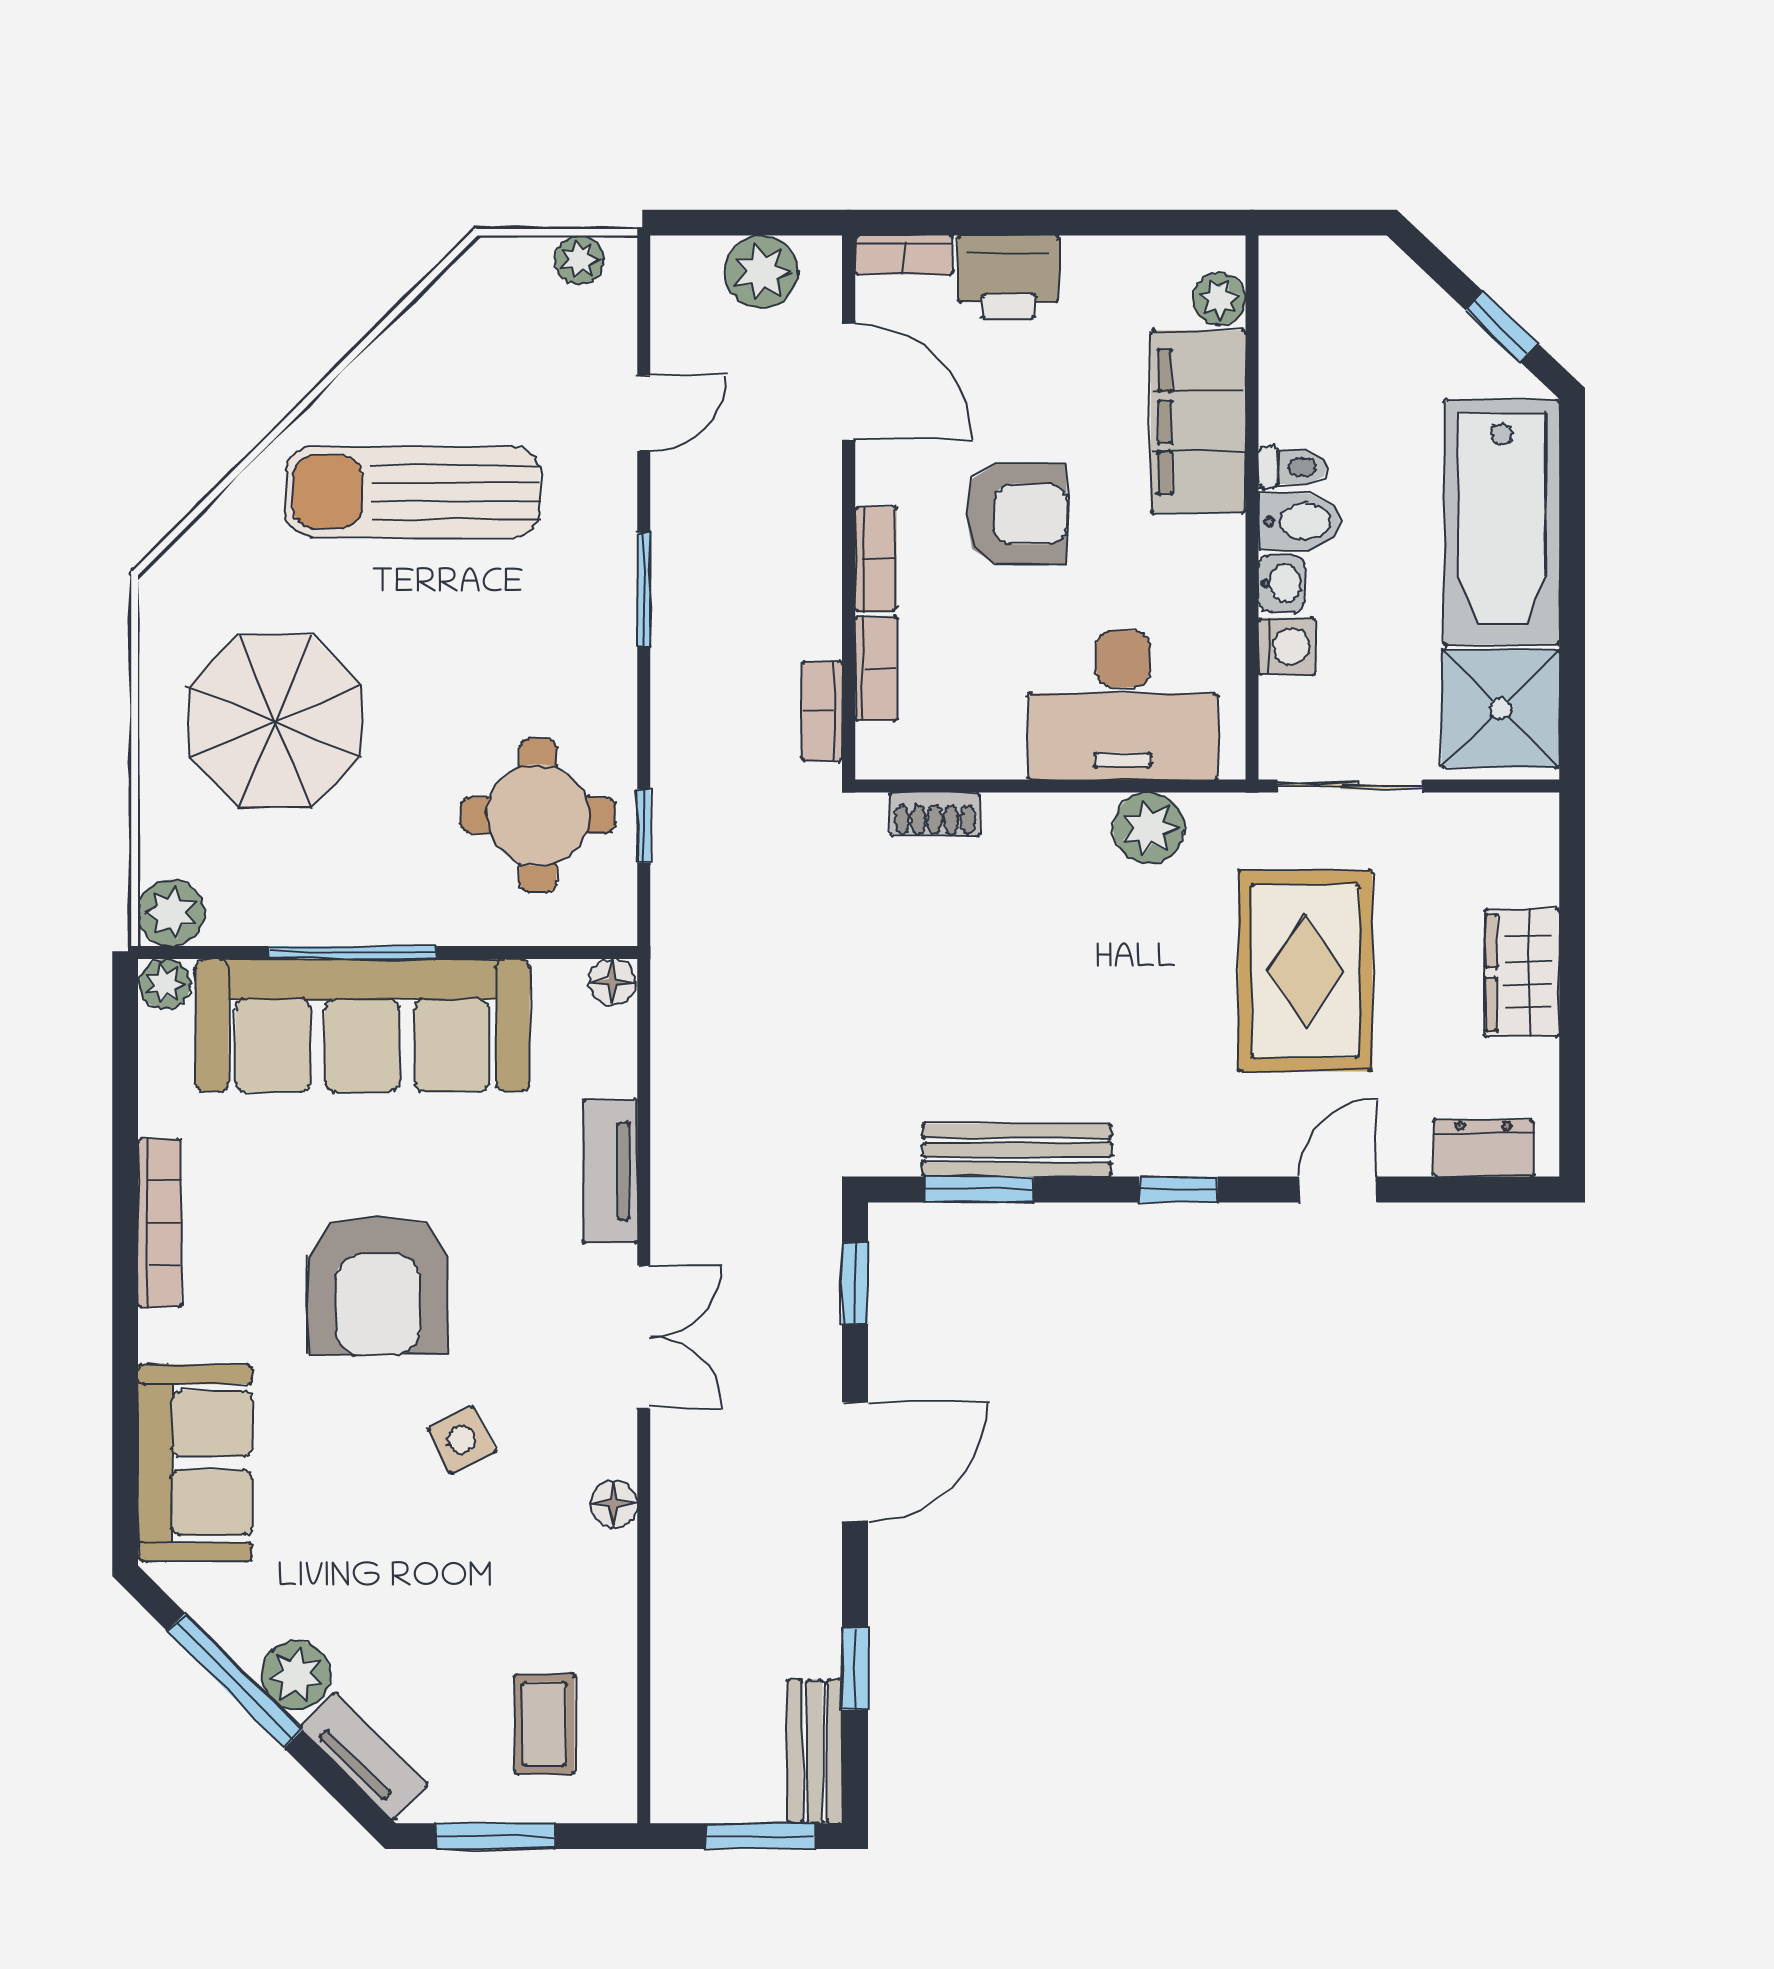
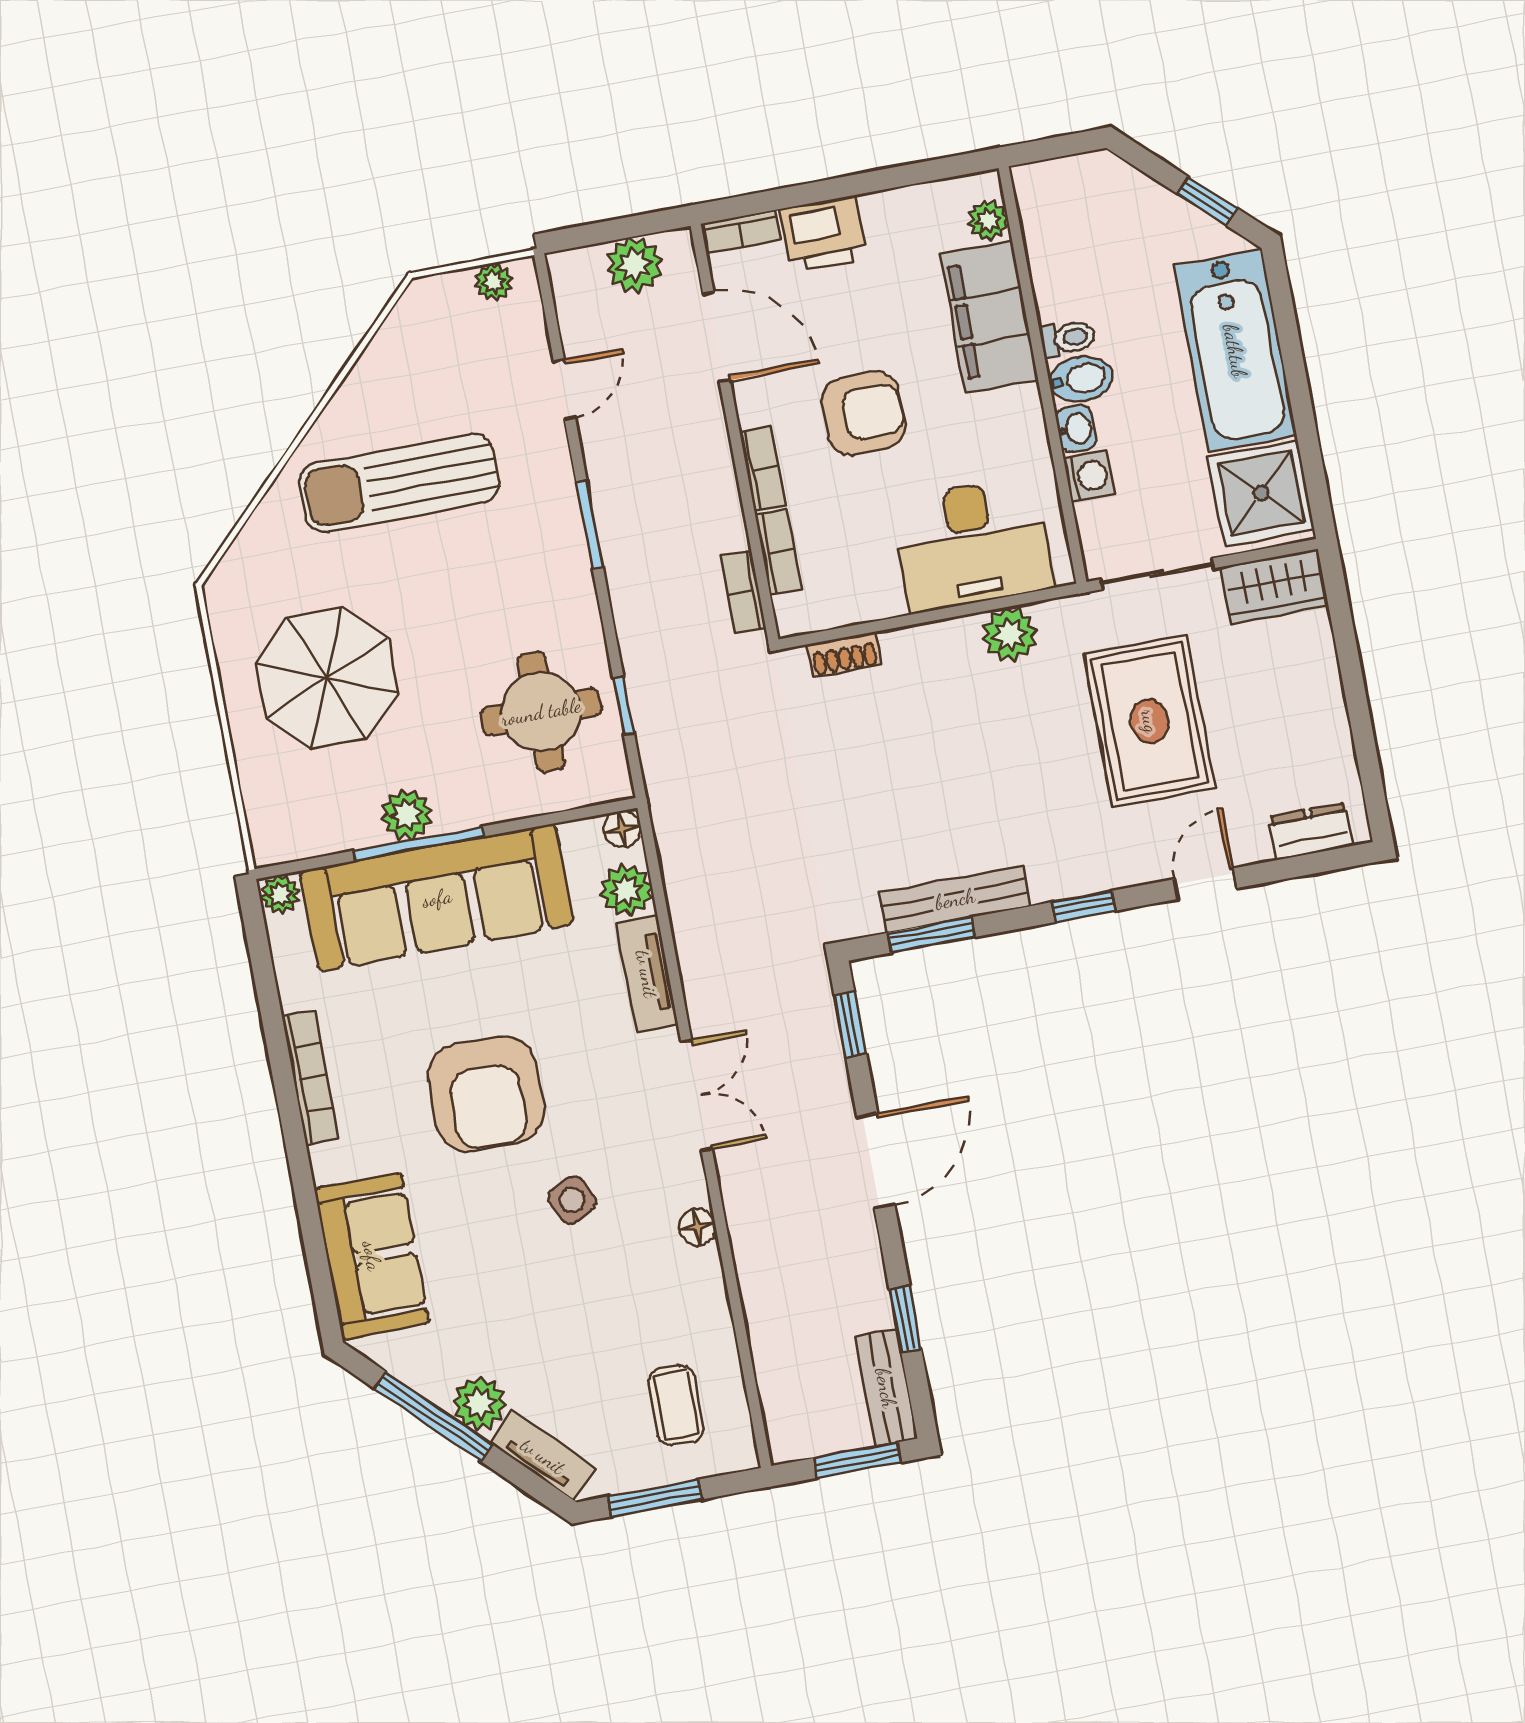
plant: (171, 913) -> (407, 814), moved
wardrobe: (1522, 973) -> (1275, 586), moved, turned -90
plant: (604, 1060) -> (626, 890), added

